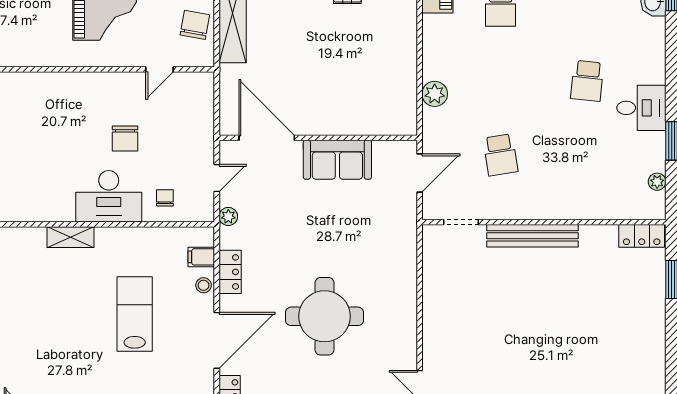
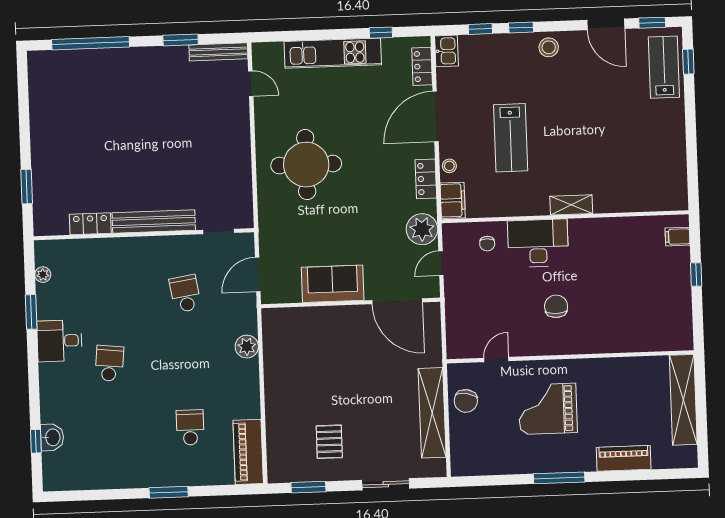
chair: (125, 139) -> (556, 306), moved
plant: (228, 216) -> (422, 229), width x1.88, depth x1.88
locker: (642, 236) -> (90, 224), moved
filing cabinet: (201, 257) -> (453, 200), width x2.00
round table: (325, 316) -> (306, 165), moved

